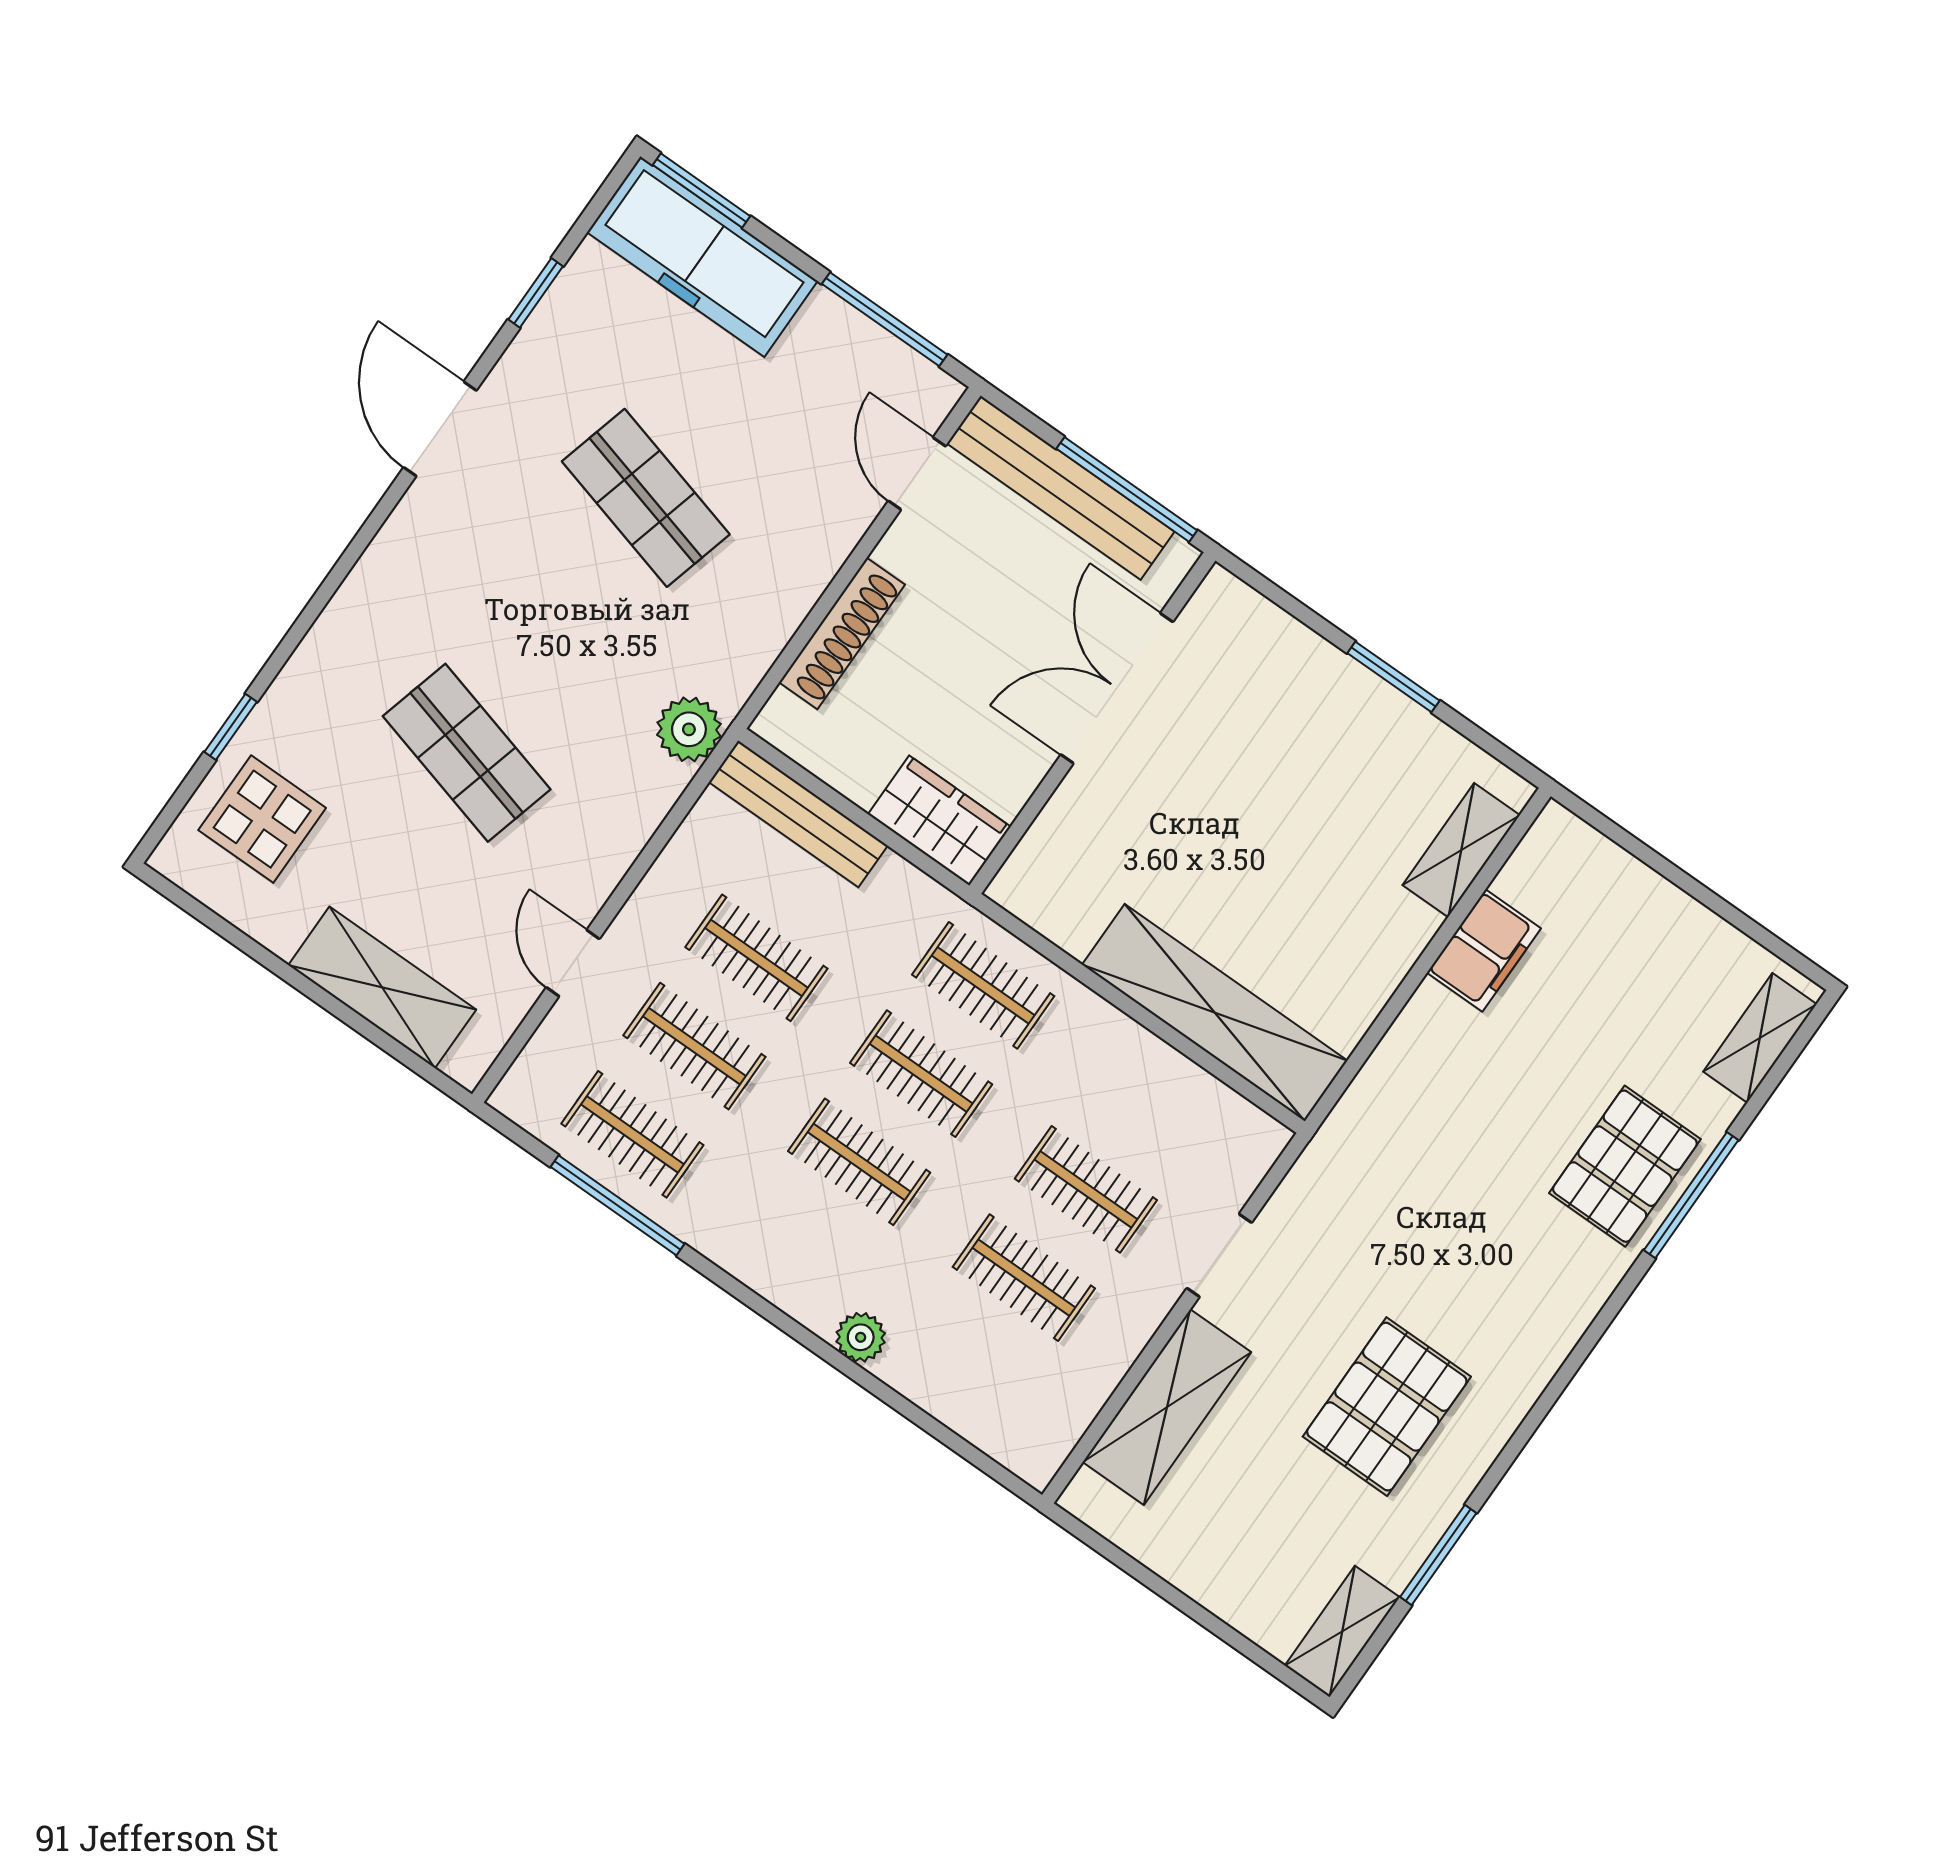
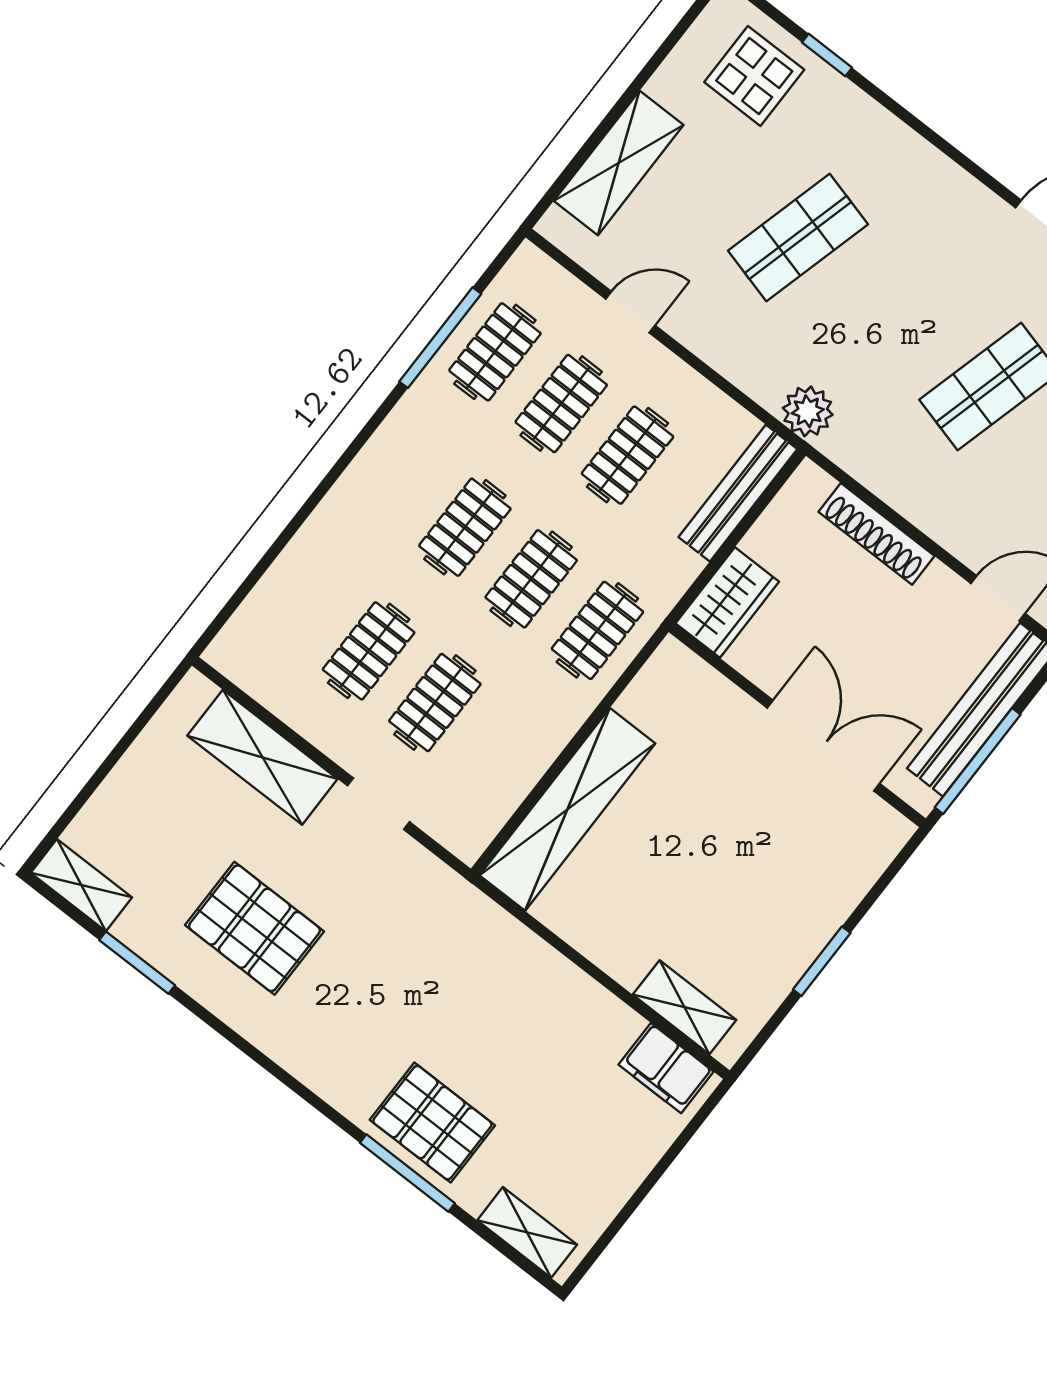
filing cabinet: (1484, 950) -> (666, 1068), moved
plant: (861, 1337) -> (328, 522), removed

